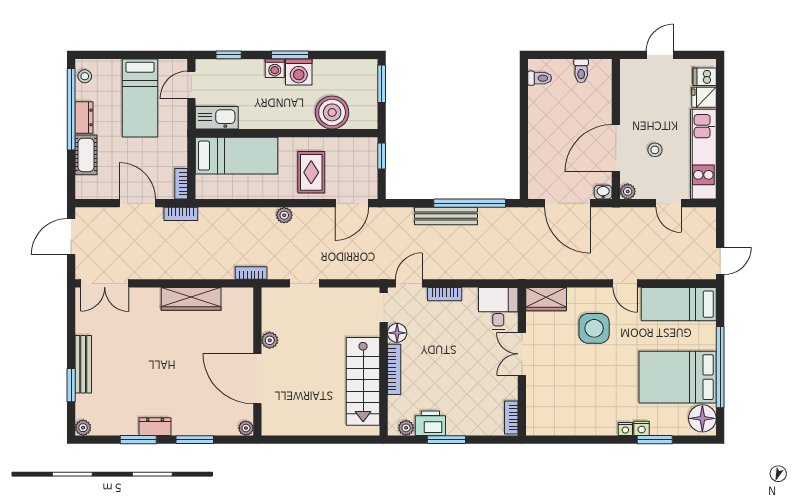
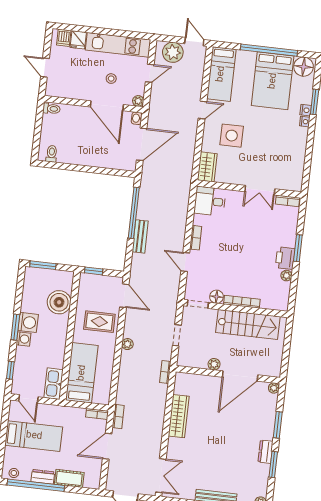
toilet: (581, 71) -> (52, 109), moved
bench: (446, 216) -> (140, 236), width x0.73
plant: (702, 232) -> (173, 52), added
doorway: (384, 308) -> (198, 304), moved
floor lamp: (397, 333) -> (216, 297), moved
double door: (522, 354) -> (260, 190), moved
wall: (384, 361) -> (235, 308), moved
bookcase: (394, 369) -> (242, 302), moved
stairs: (363, 381) -> (248, 325), moved

